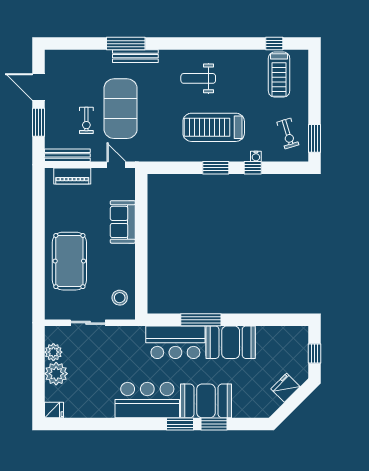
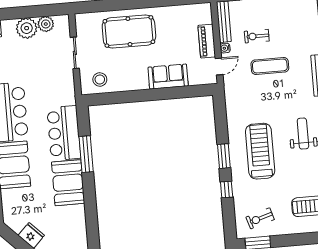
exercise mat: (121, 109) -> (270, 66), width x0.50, depth x0.69
water cooler: (256, 156) -> (225, 48), moved
piano: (72, 176) -> (207, 41), moved

